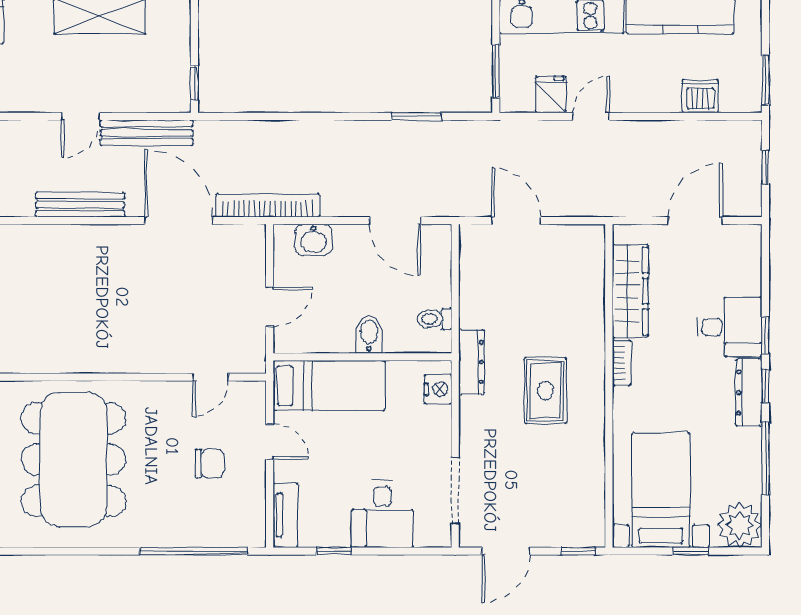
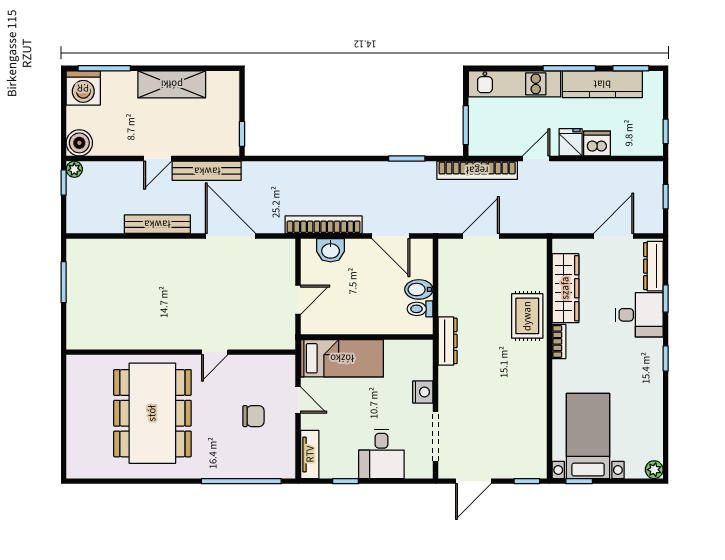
window: (765, 80) -> (666, 131), width x0.67
fridge: (551, 94) -> (571, 142), moved
dishwasher: (700, 96) -> (597, 144), moved
bookcase: (511, 132) -> (477, 170), added
bookcase: (268, 205) -> (324, 225), moved
door: (516, 221) -> (481, 236), hinge flipped
bidet: (369, 334) -> (419, 289), moved, turned -90
window: (765, 335) -> (666, 299), moved
door: (211, 377) -> (215, 352), moved
nightstand: (438, 389) -> (423, 392), moved
rug: (545, 391) -> (527, 316), moved
dresser: (749, 393) -> (653, 266), moved
window: (765, 459) -> (666, 412), removed
plant: (739, 525) -> (654, 470), width x0.53, depth x0.53
window: (691, 551) -> (579, 481), moved

